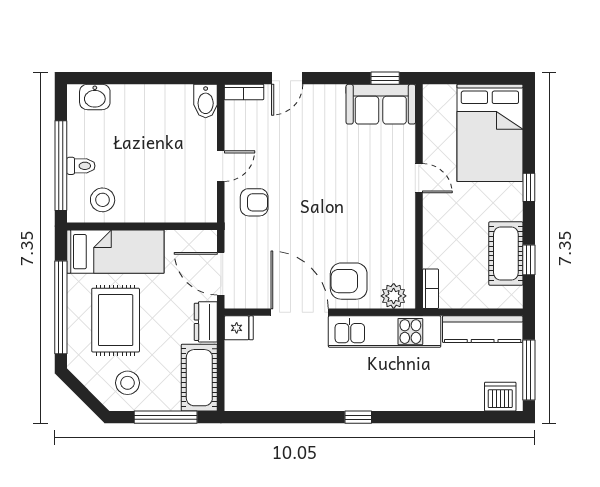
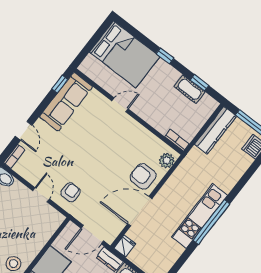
sofa: (381, 104) -> (66, 102), width x1.36
cot: (506, 254) -> (190, 89), width x0.73, depth x0.75
armchair: (349, 281) -> (143, 176), turned 90
kitchen unit: (385, 332) -> (199, 216), moved, turned 180
window: (358, 417) -> (211, 222), width x3.17

